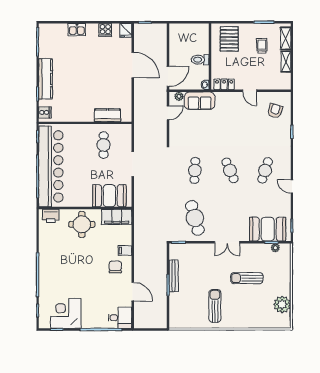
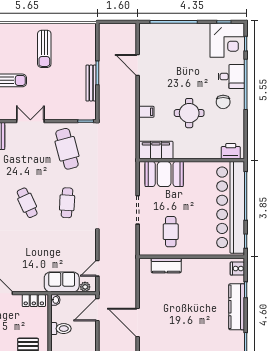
round table: (82, 224) -> (189, 113), moved
chair: (115, 267) -> (223, 102), moved
corner desk: (66, 313) -> (227, 40), moved
desk: (120, 318) -> (231, 77), moved, turned 180

